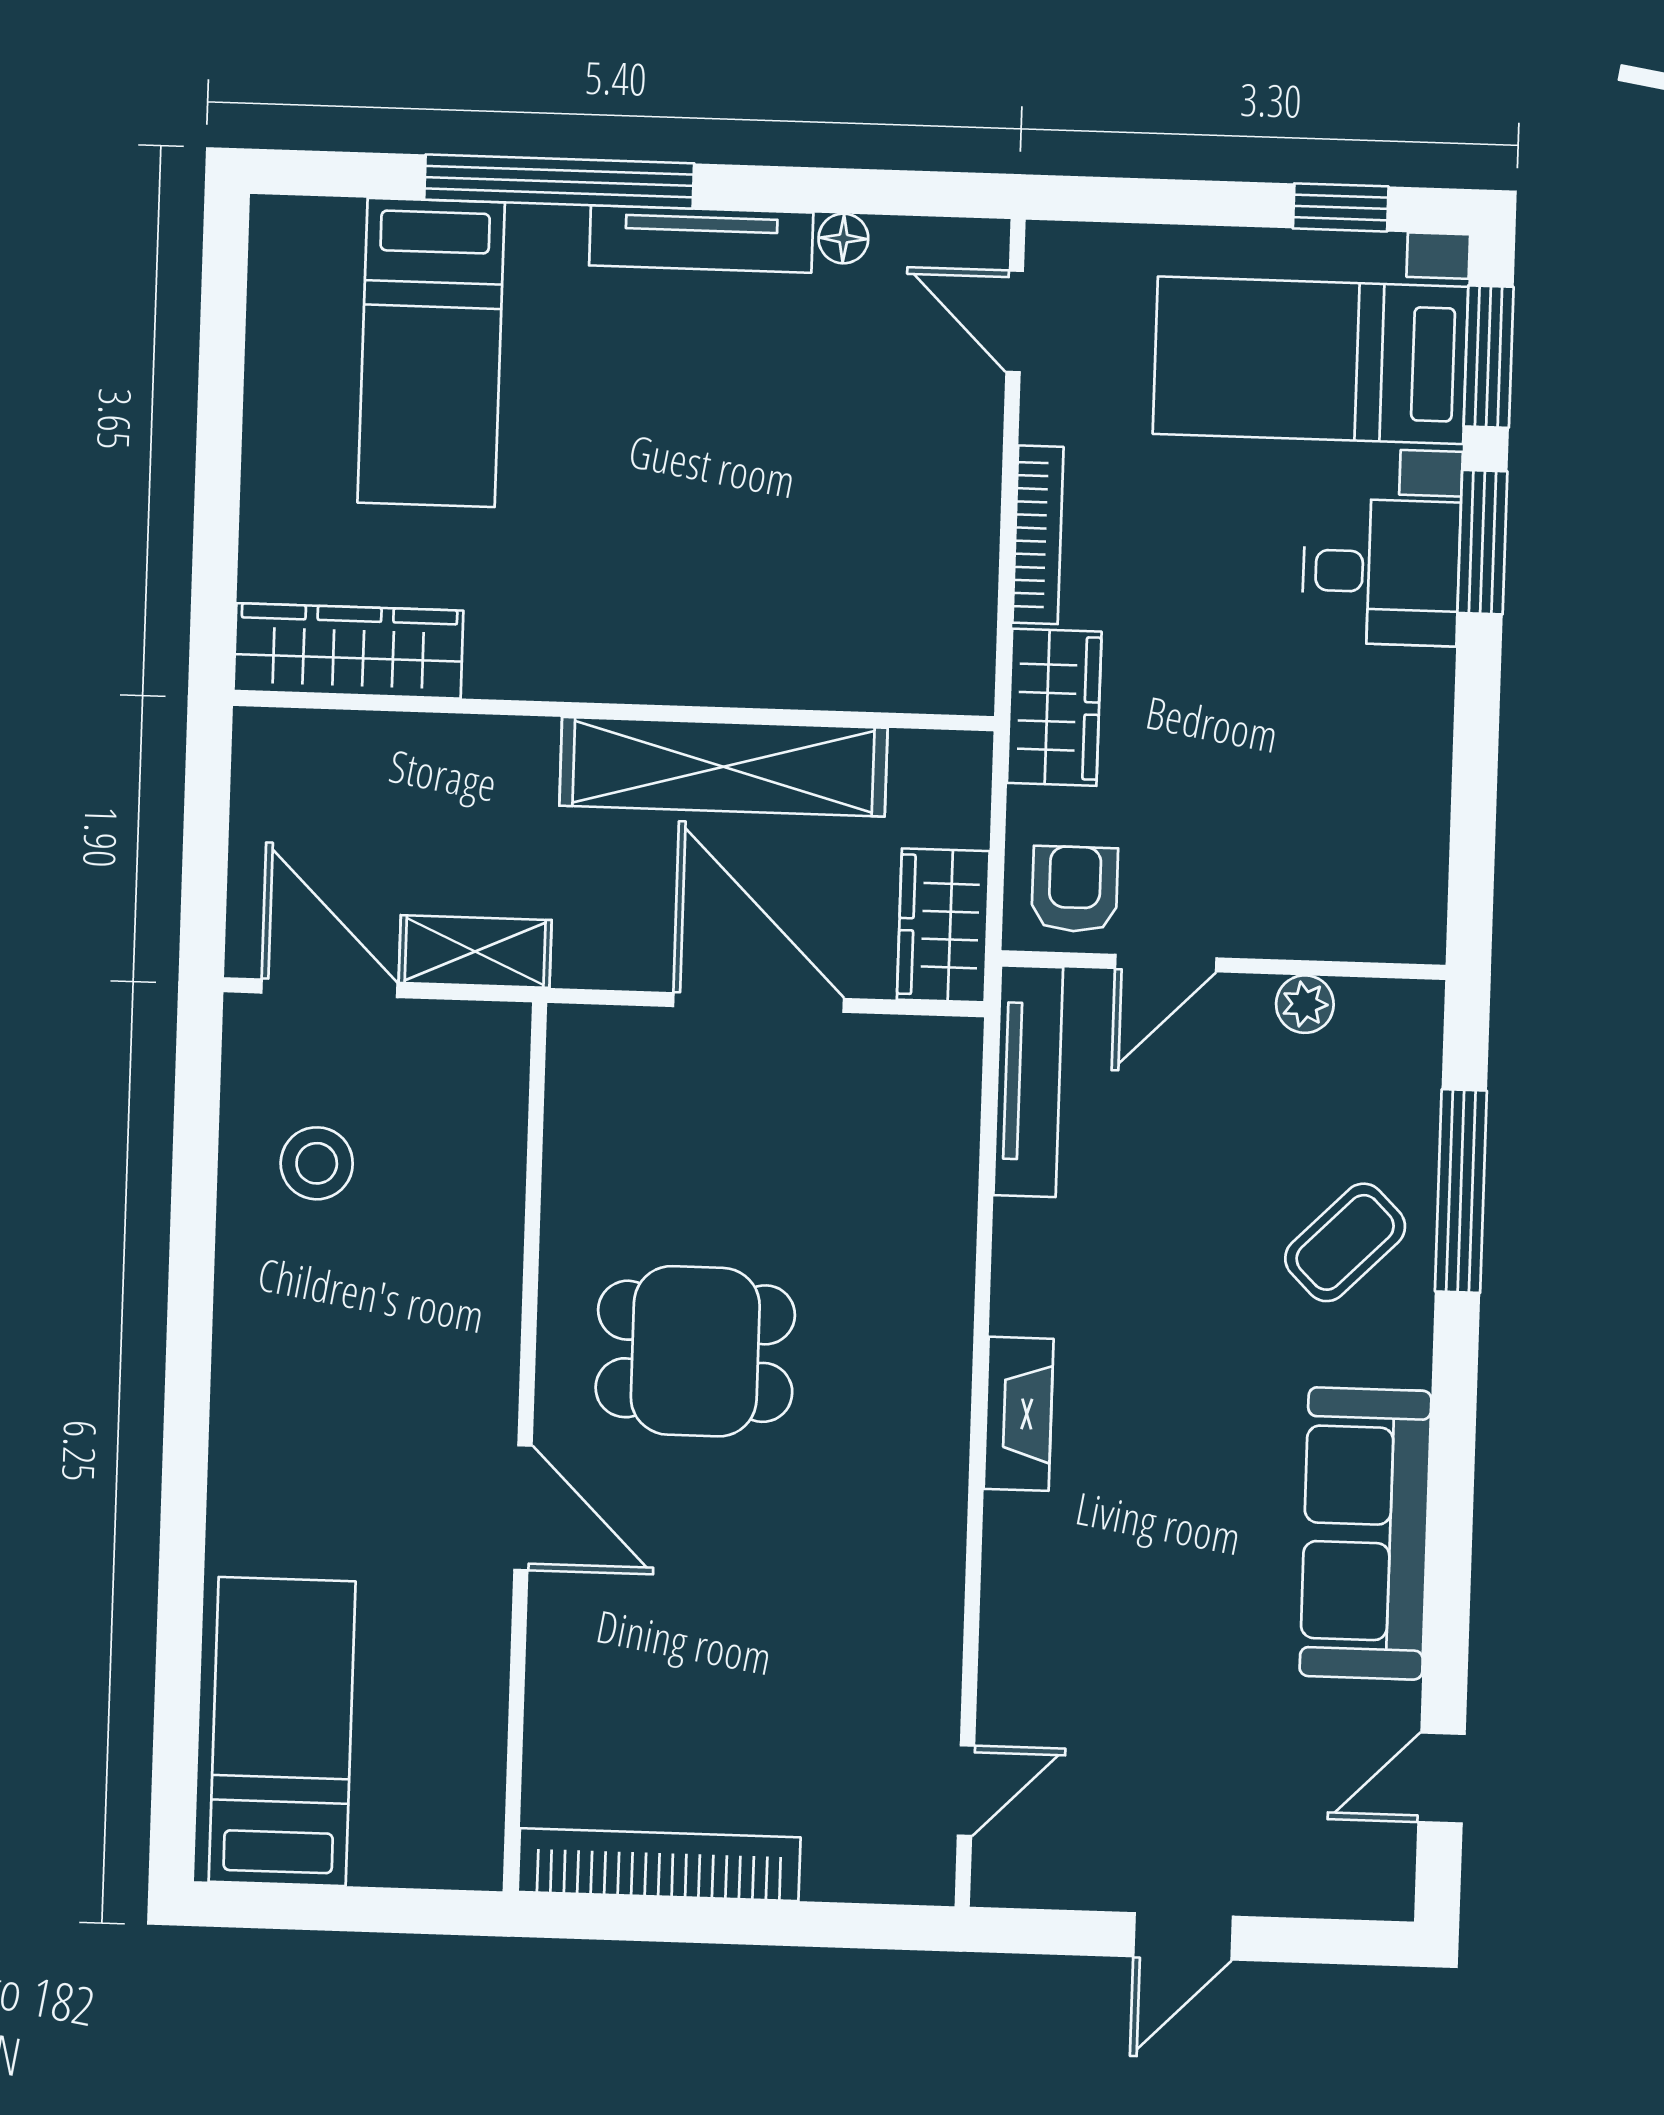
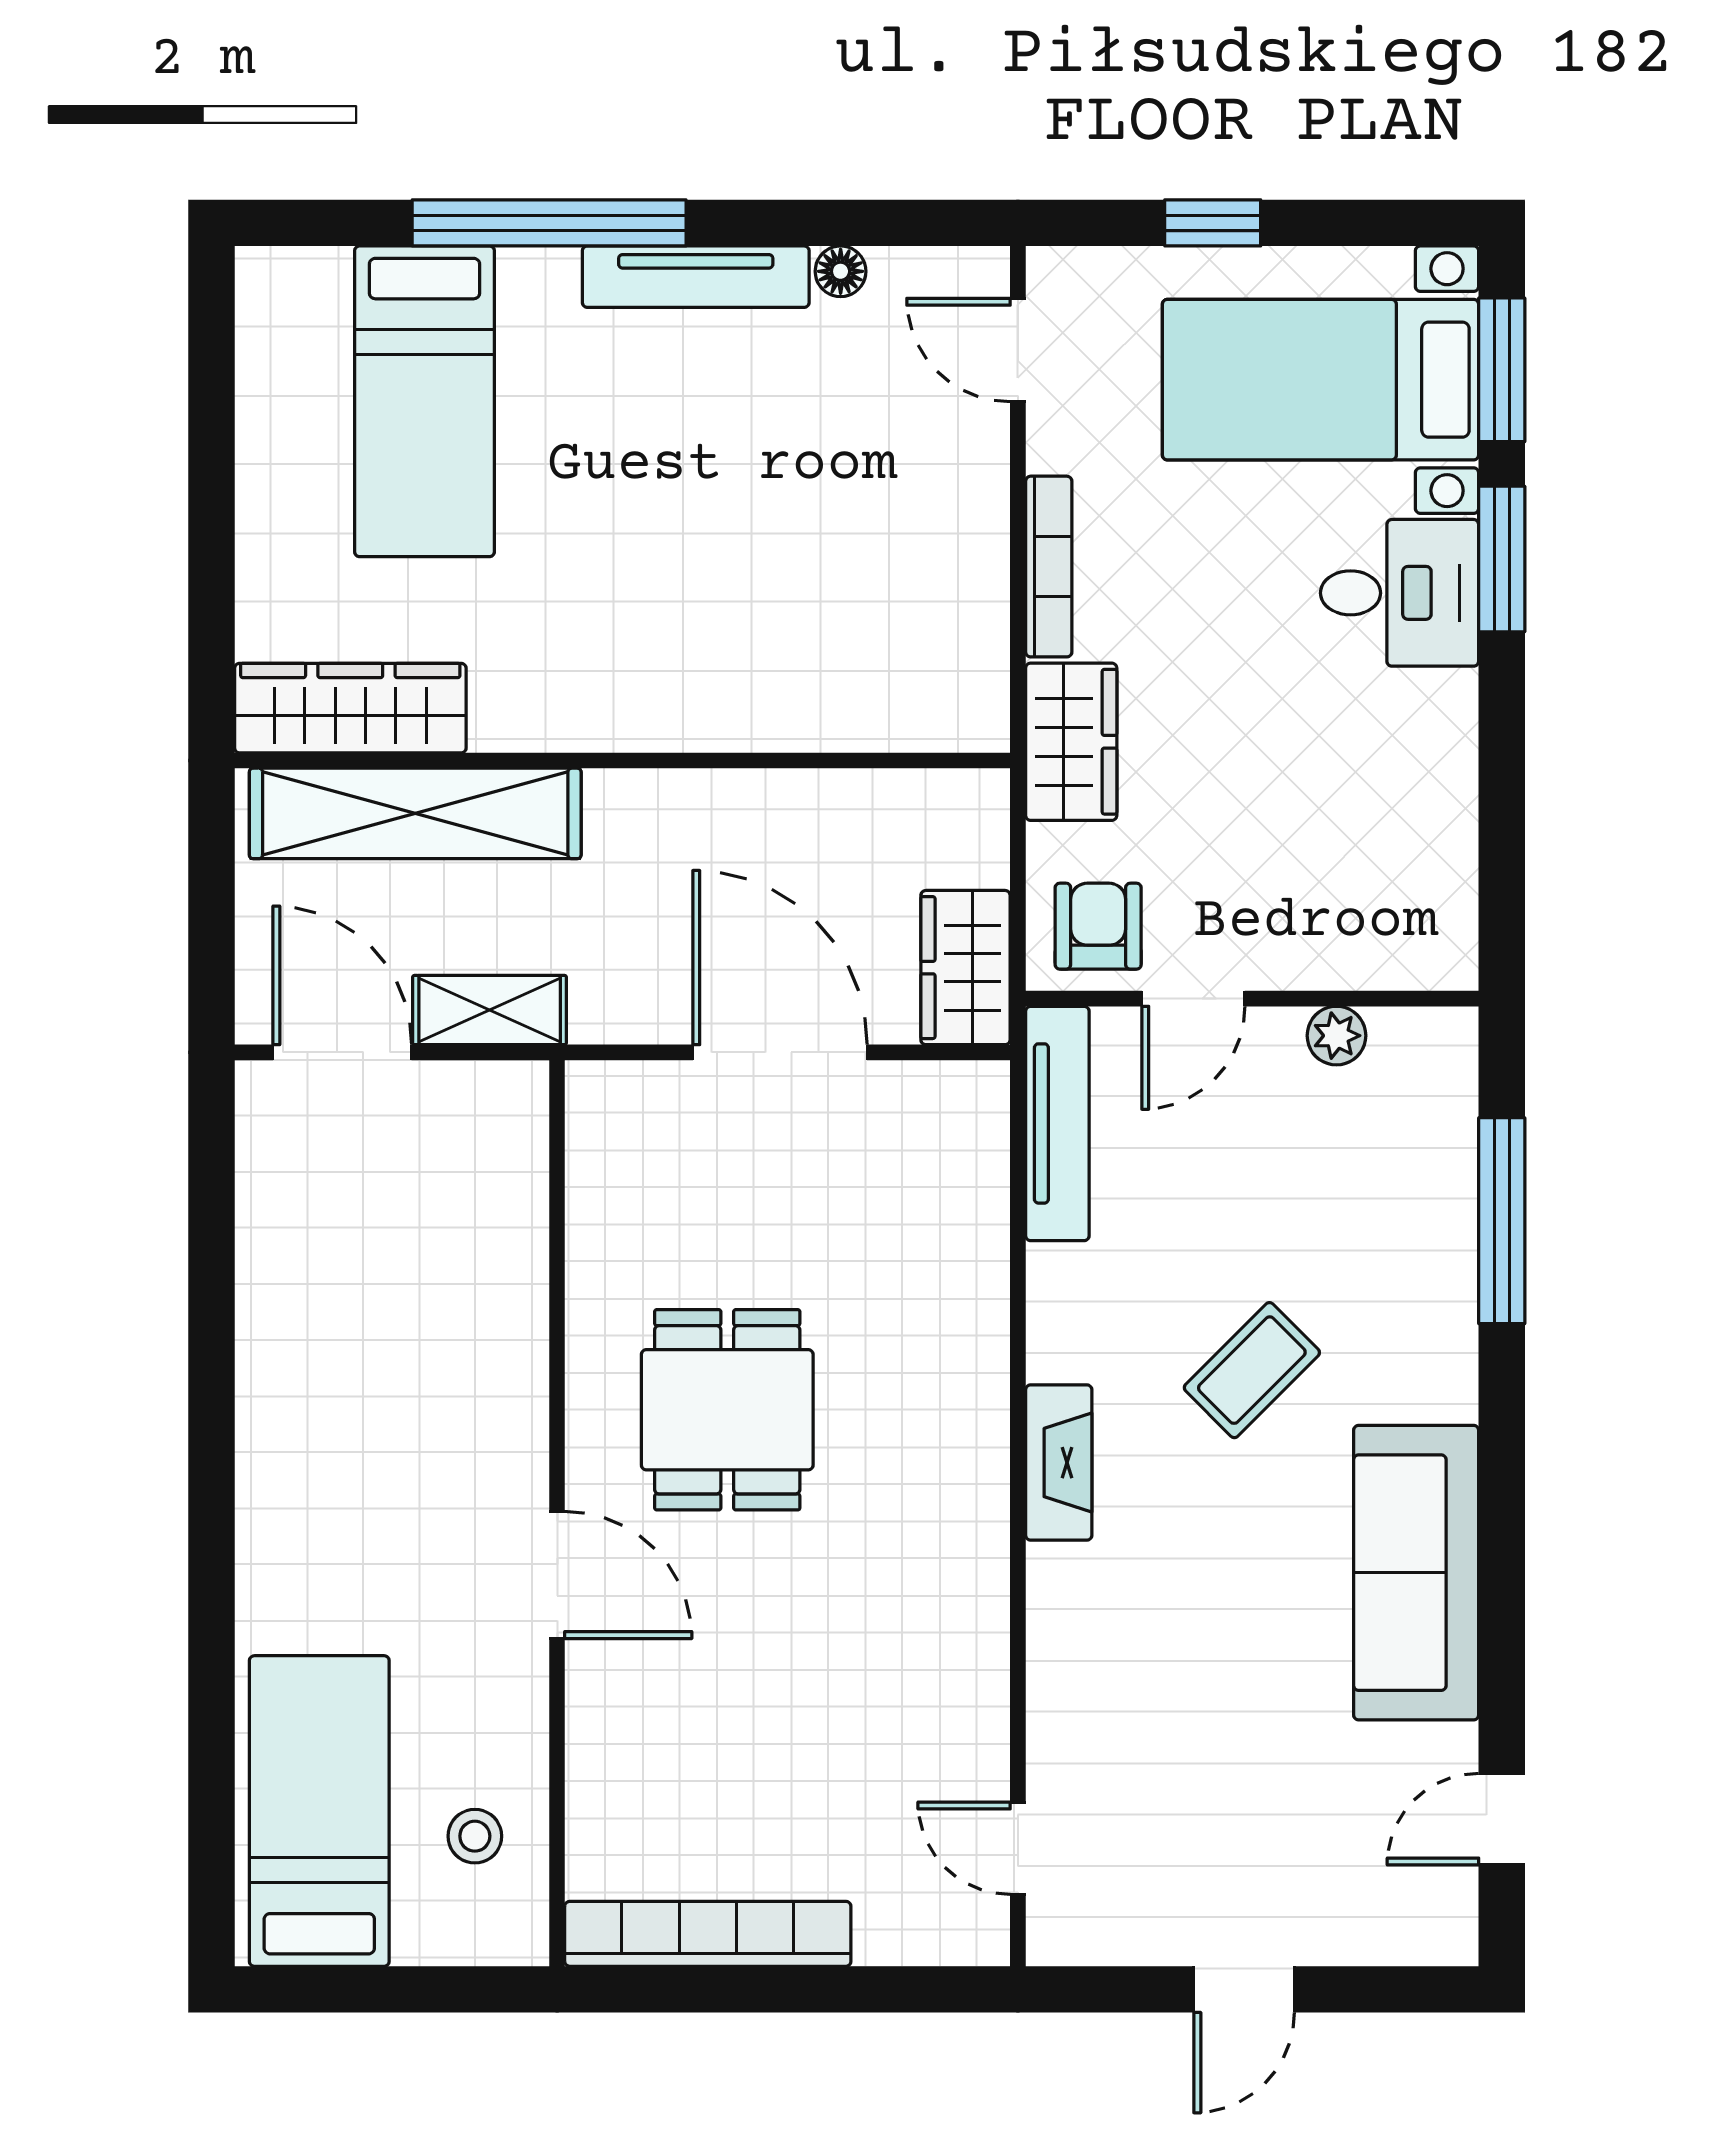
window: (1341, 207) -> (1213, 223), moved
shelving: (723, 767) -> (415, 813), moved
stool: (317, 1163) -> (475, 1836), moved, width x0.73, depth x0.73
coffee table: (1345, 1242) -> (1252, 1370), moved
dining table: (695, 1351) -> (727, 1410), turned 90
door: (966, 1791) -> (1018, 1848), swing flipped

